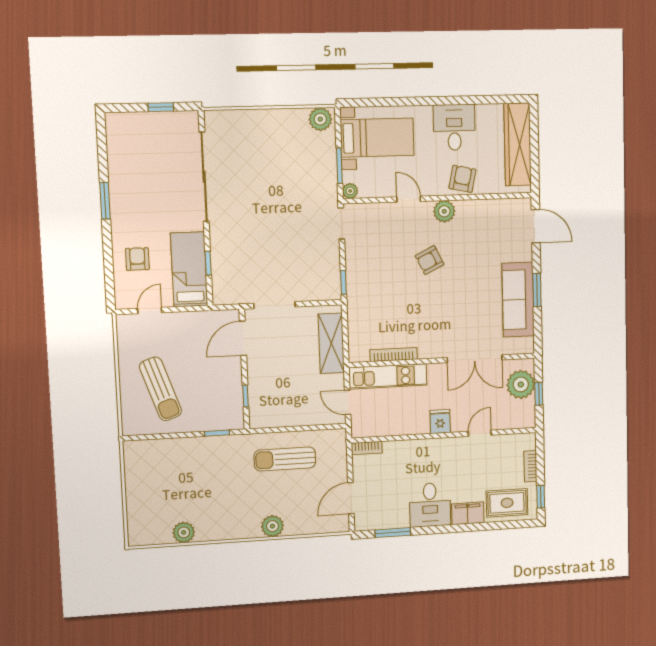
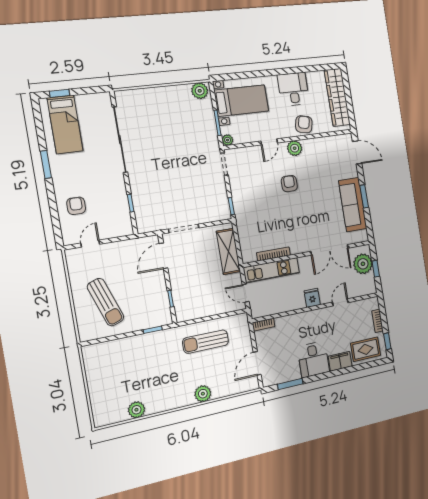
window: (161, 107) -> (59, 93), moved
door: (409, 199) -> (269, 142), swing flipped
armchair: (430, 260) -> (289, 184), turned 116
bed: (189, 269) -> (65, 124), moved, turned 180

